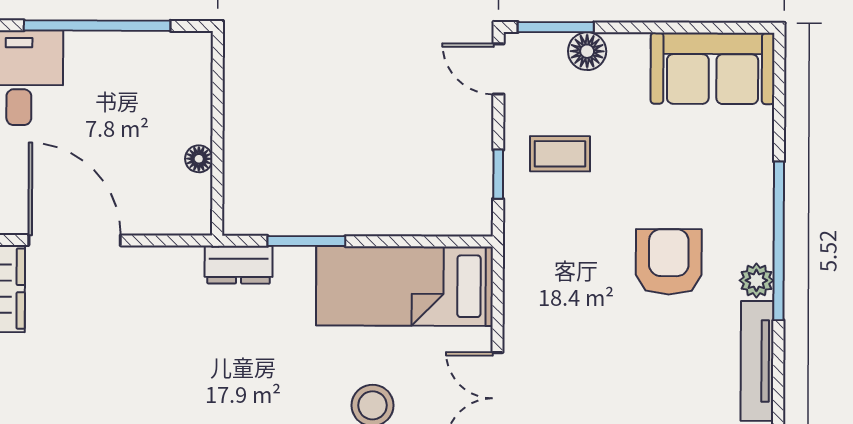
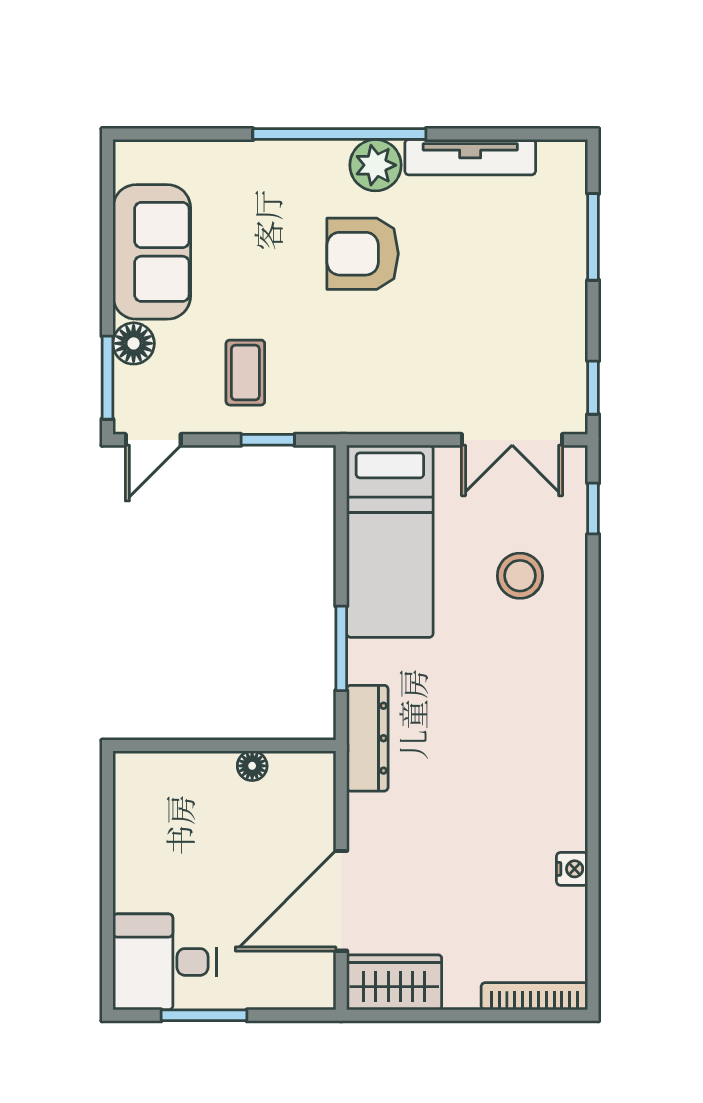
window: (97, 26) -> (107, 877), removed
sofa: (713, 68) -> (152, 252), moved
dresser: (239, 265) -> (367, 738), width x1.44
plant: (756, 280) -> (376, 165), width x1.38, depth x1.38

